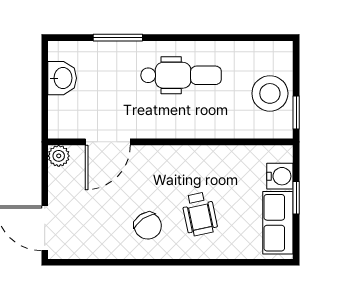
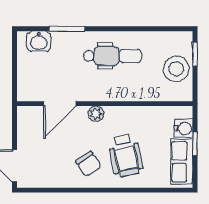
washbasin: (62, 78) -> (39, 41), moved, turned 90
window: (296, 113) -> (195, 54), moved
plant: (59, 156) -> (96, 114), moved
wheelchair: (200, 214) -> (126, 155), width x1.36, depth x1.37

